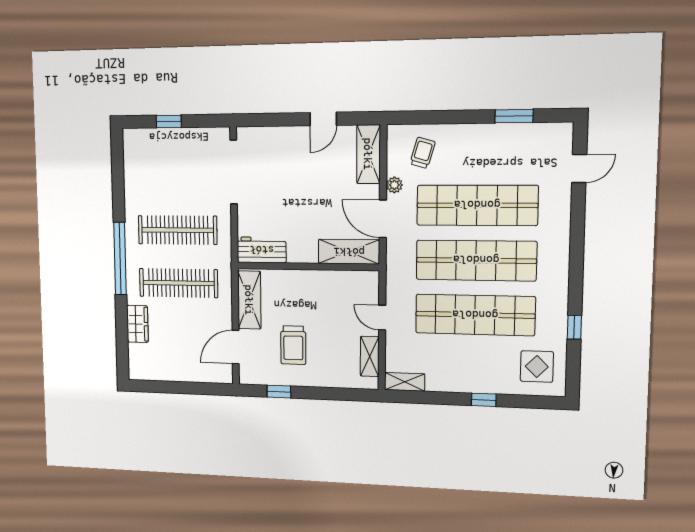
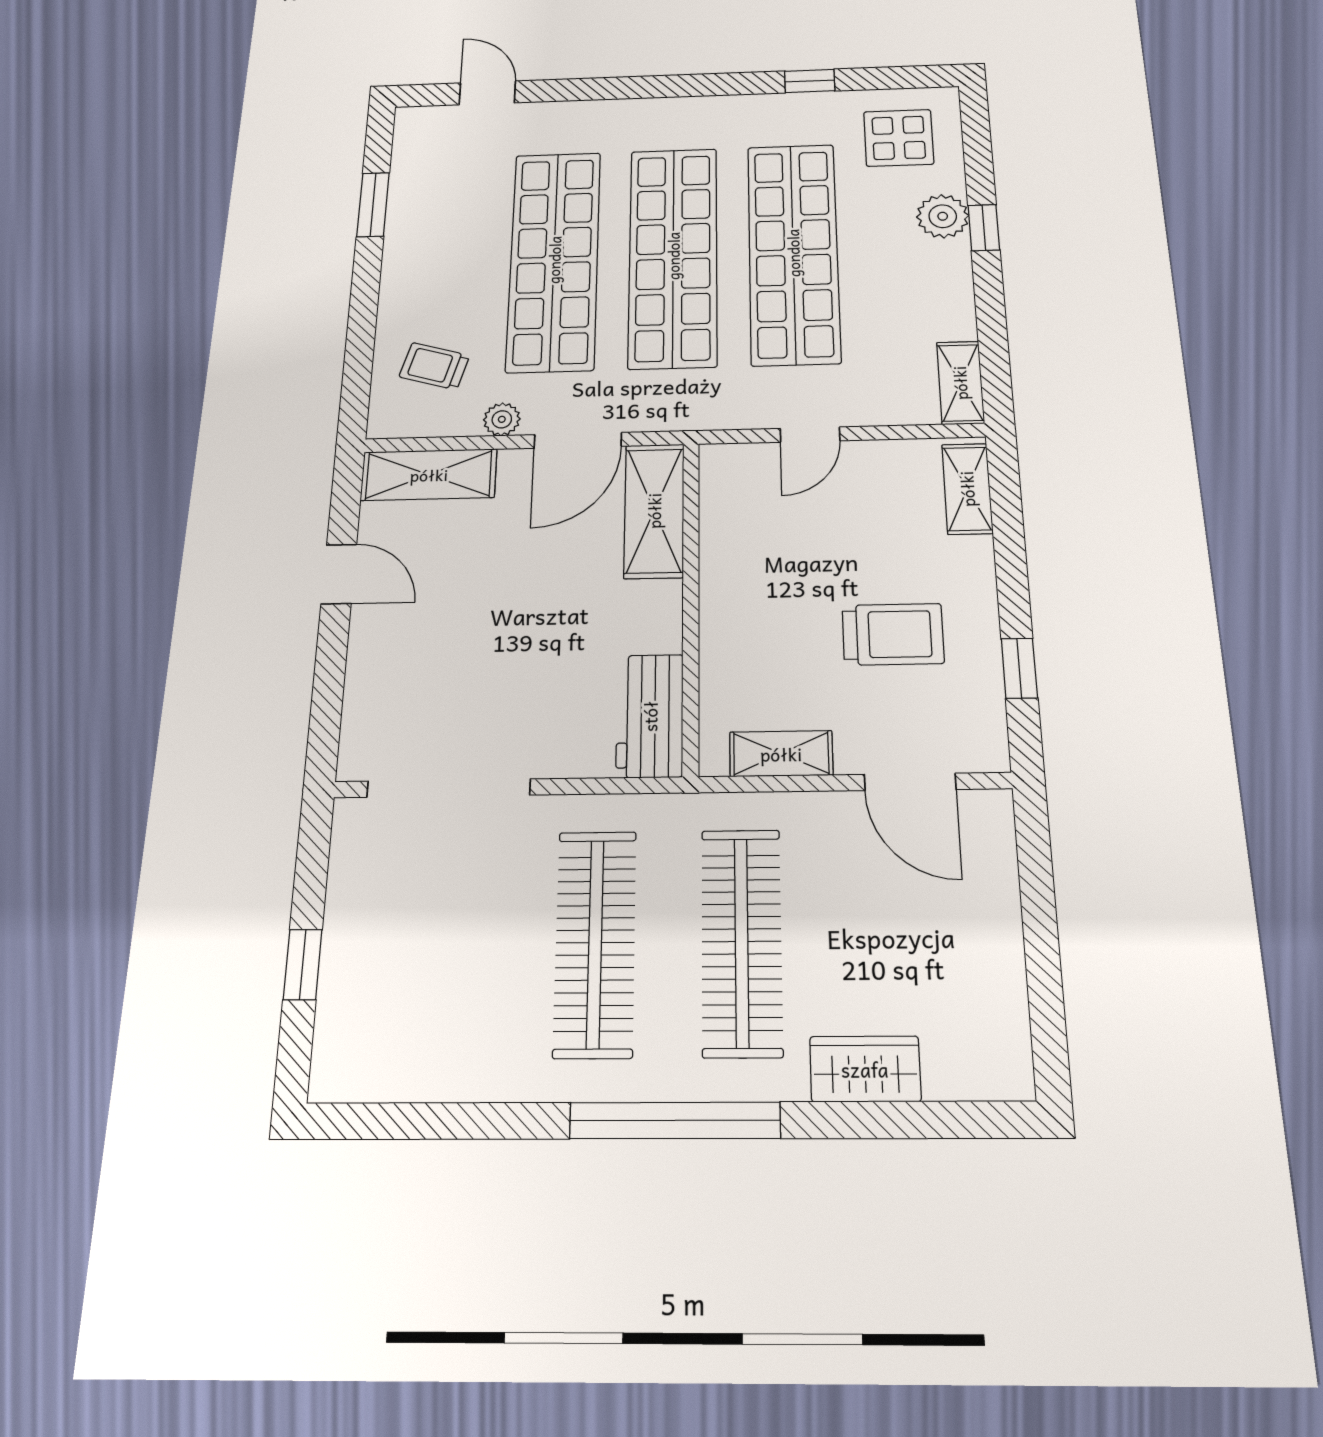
shelving: (249, 300) -> (781, 754), width x0.67, depth x0.75
shelving: (370, 356) -> (967, 489), moved, turned 90
plant: (491, 382) -> (943, 216), added

